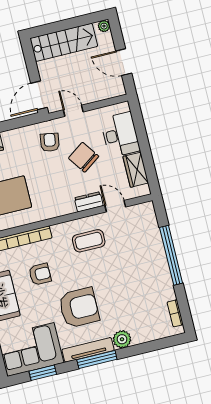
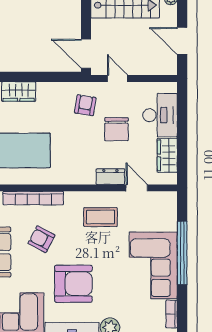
door: (39, 95) -> (86, 54), hinge flipped
chair: (84, 157) -> (116, 129), turned -145
corner sofa: (148, 273) -> (153, 265), added
armchair: (40, 274) -> (41, 239), turned -152

